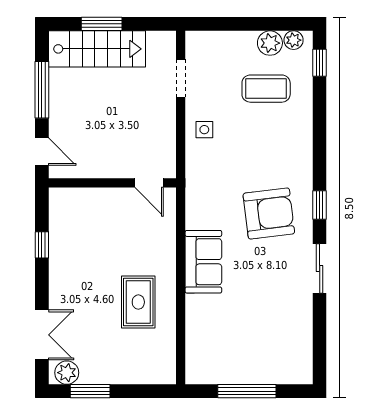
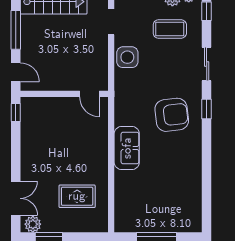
side table: (204, 130) -> (127, 57), width x1.87, depth x1.87
window: (42, 245) -> (16, 113), moved
sliding door: (320, 268) -> (207, 64), moved
rug: (138, 302) -> (77, 196), moved, turned 90

